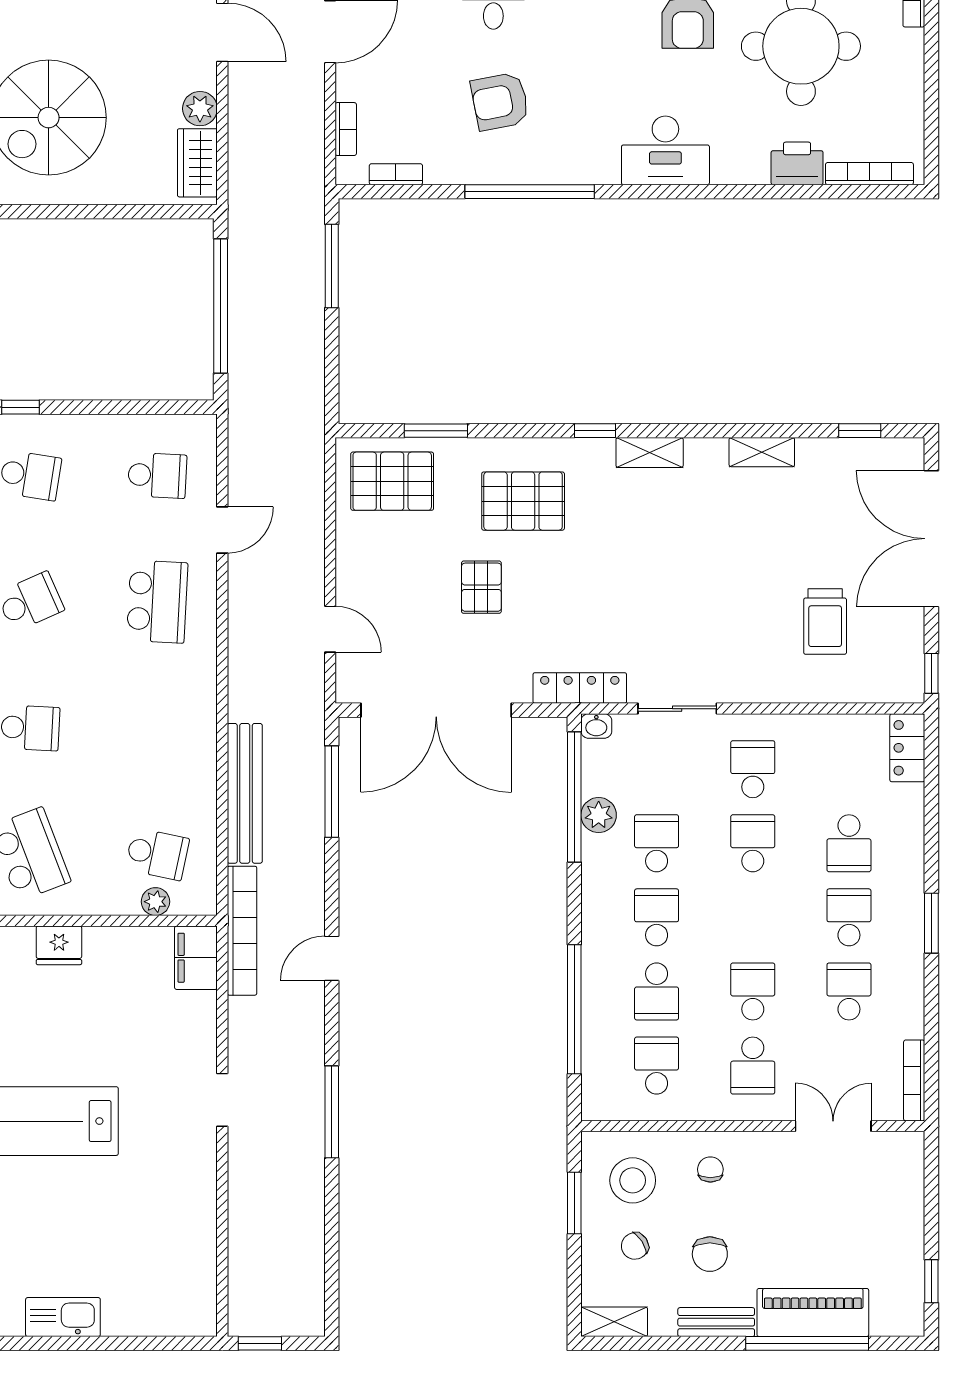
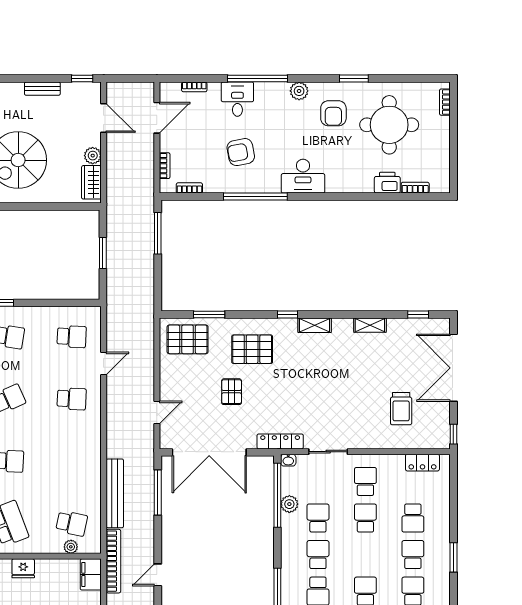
desk: (665, 150) -> (303, 176), moved
bookcase: (869, 174) -> (415, 188), width x0.64
window: (221, 306) -> (103, 253), width x0.47
school desk: (157, 602) -> (72, 399), width x0.54
door: (330, 629) -> (157, 412), hinge flipped
locker: (907, 748) -> (422, 463), moved, turned -90

